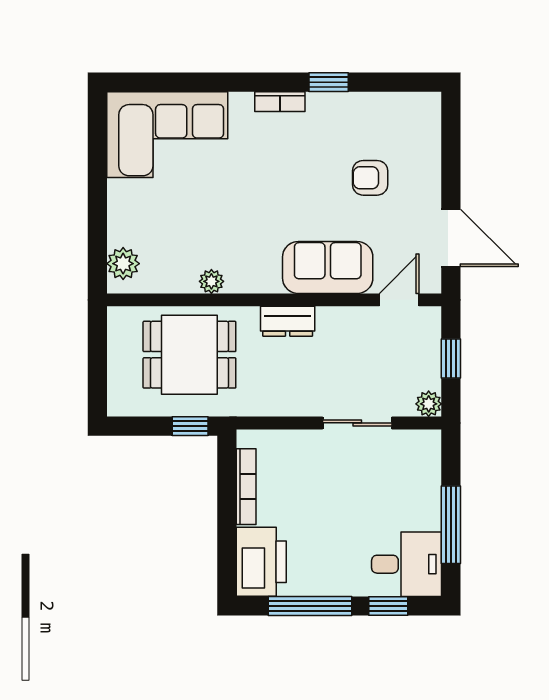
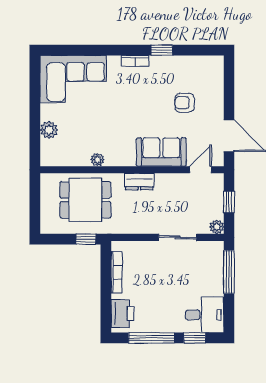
plant: (123, 264) -> (49, 130), moved
window: (451, 525) -> (229, 272), moved
printer: (261, 562) -> (123, 314), width x0.73, depth x0.84

